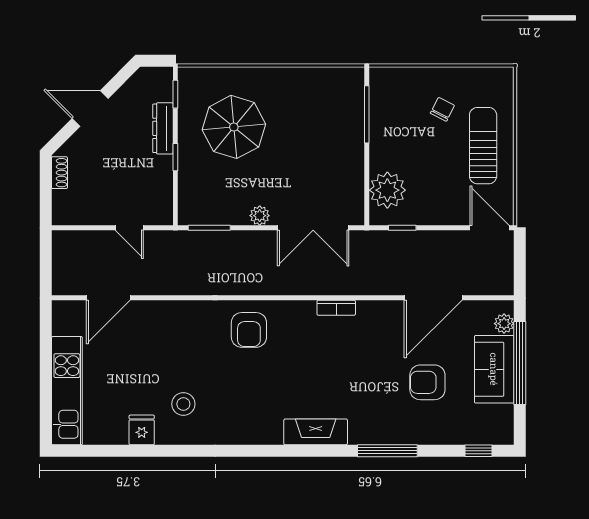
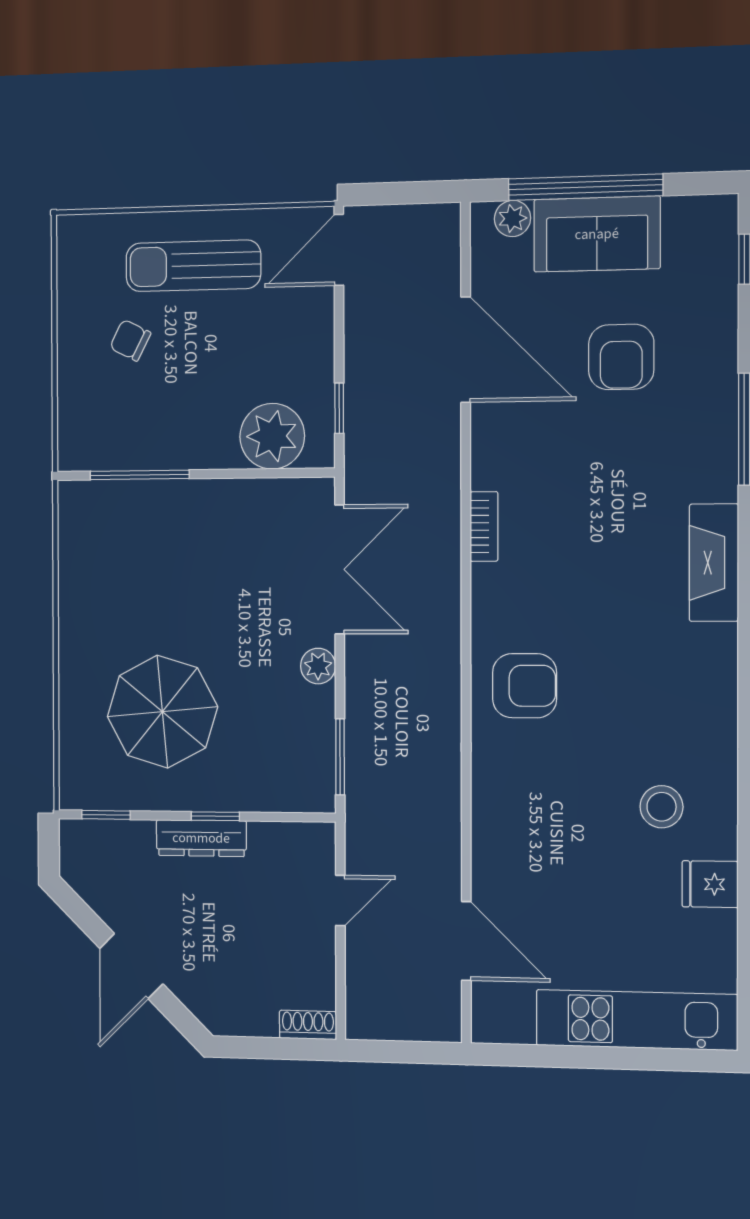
dresser: (163, 128) -> (201, 838), moved
shoe rack: (59, 173) -> (308, 1025), moved

